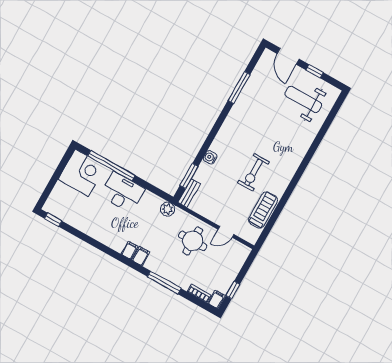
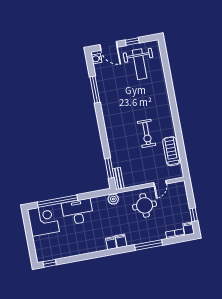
weight bench: (303, 99) -> (140, 64), turned -90
water cooler: (210, 157) -> (96, 59), moved

